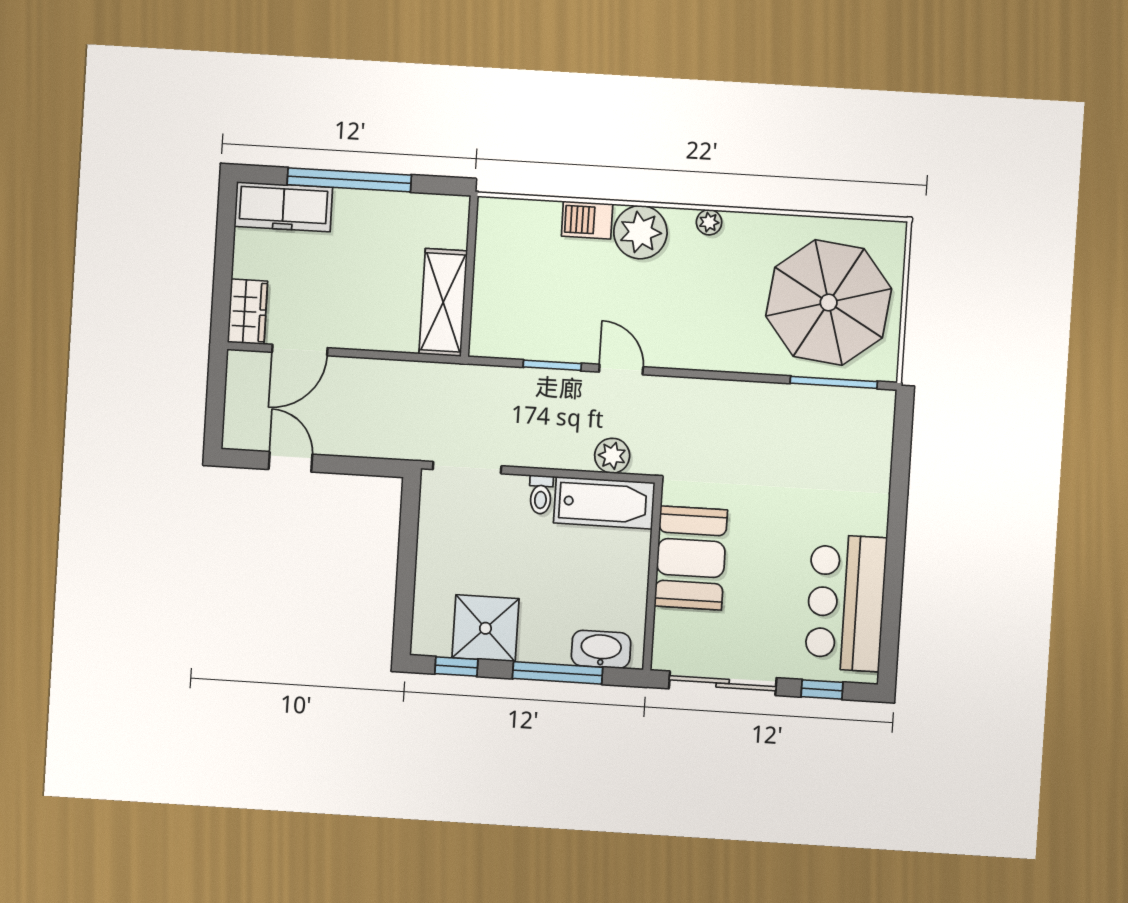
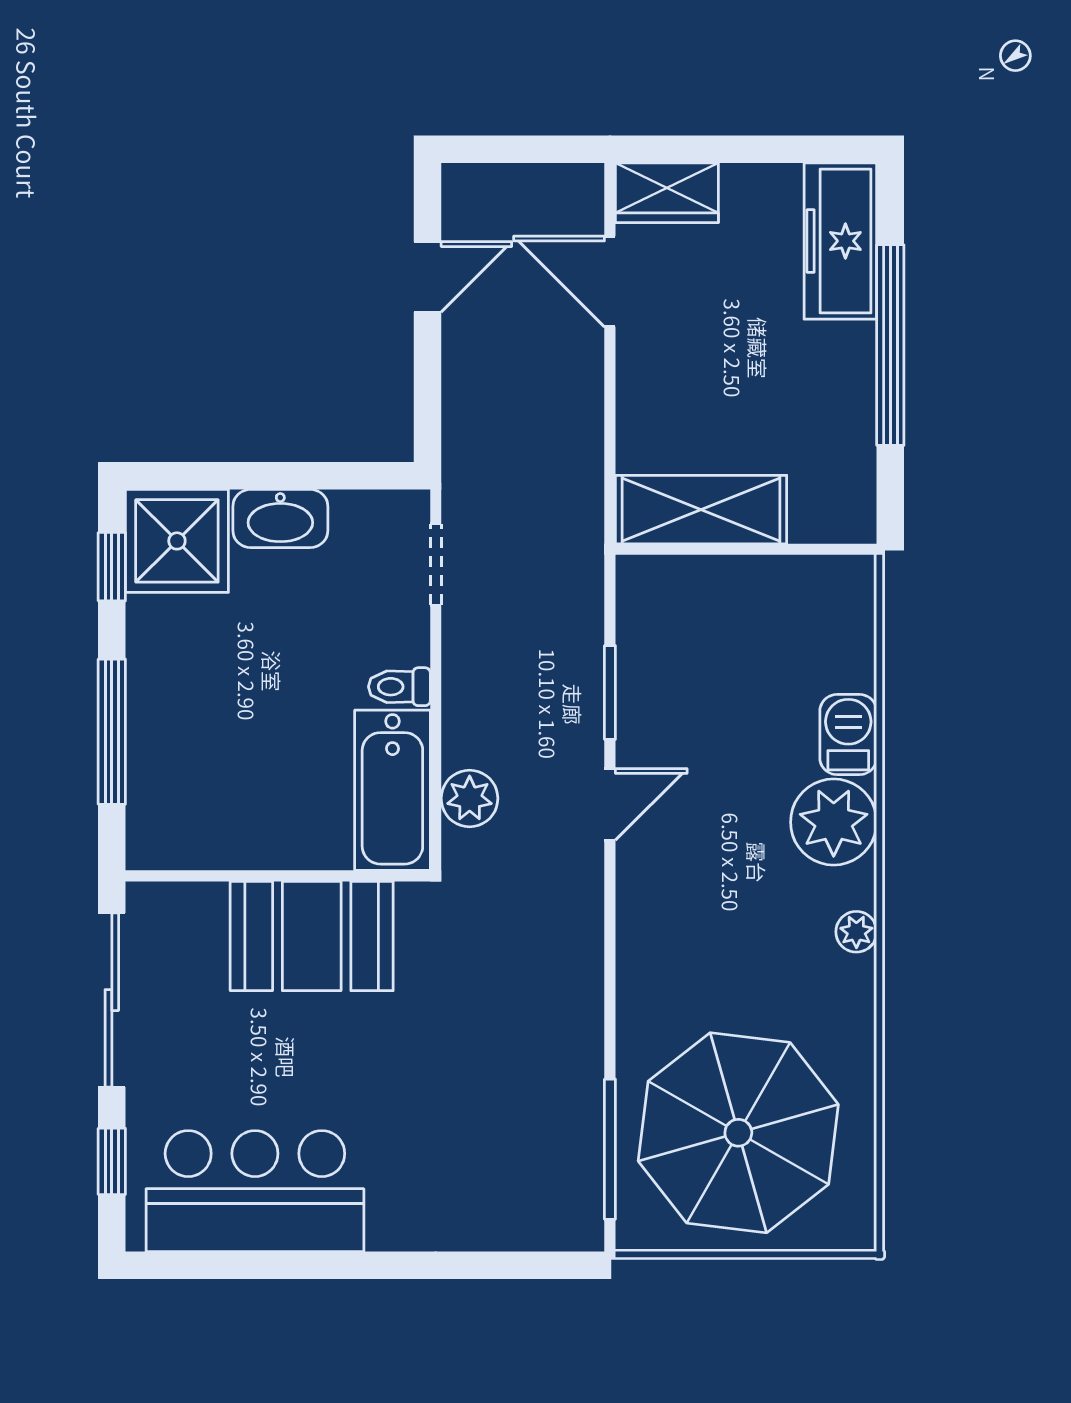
doorway: (467, 468) -> (436, 565), width x0.73
shower: (485, 628) -> (177, 541), moved
washbasin: (601, 649) -> (280, 518), moved, turned 90

